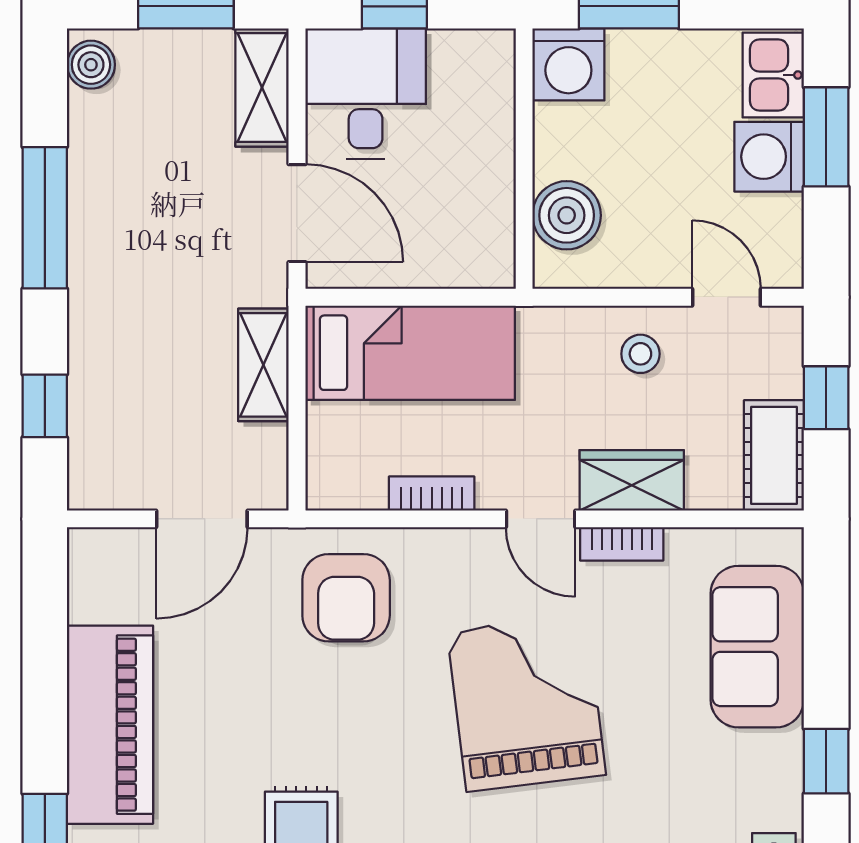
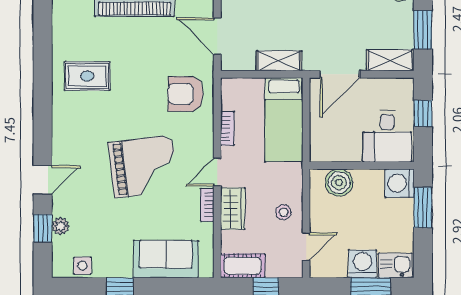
desk: (366, 94) -> (387, 136), moved, turned 90

